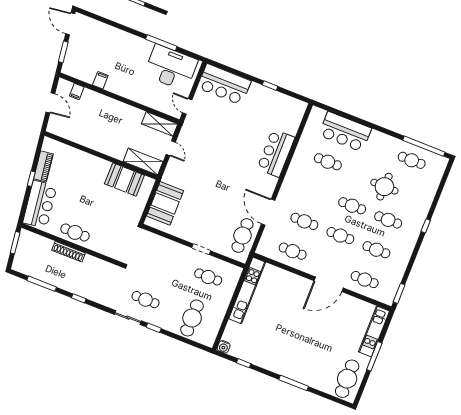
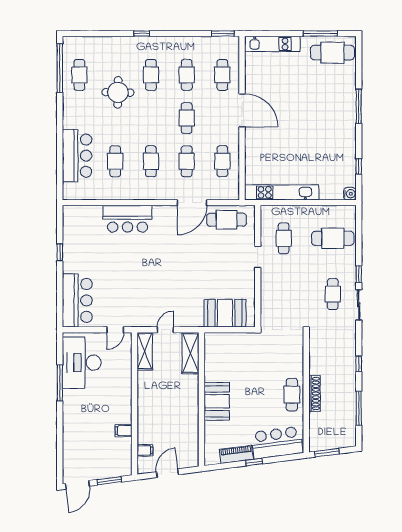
booth: (124, 179) -> (217, 401), moved
cafe table: (352, 206) -> (151, 161), moved
window: (374, 356) -> (320, 34), moved

